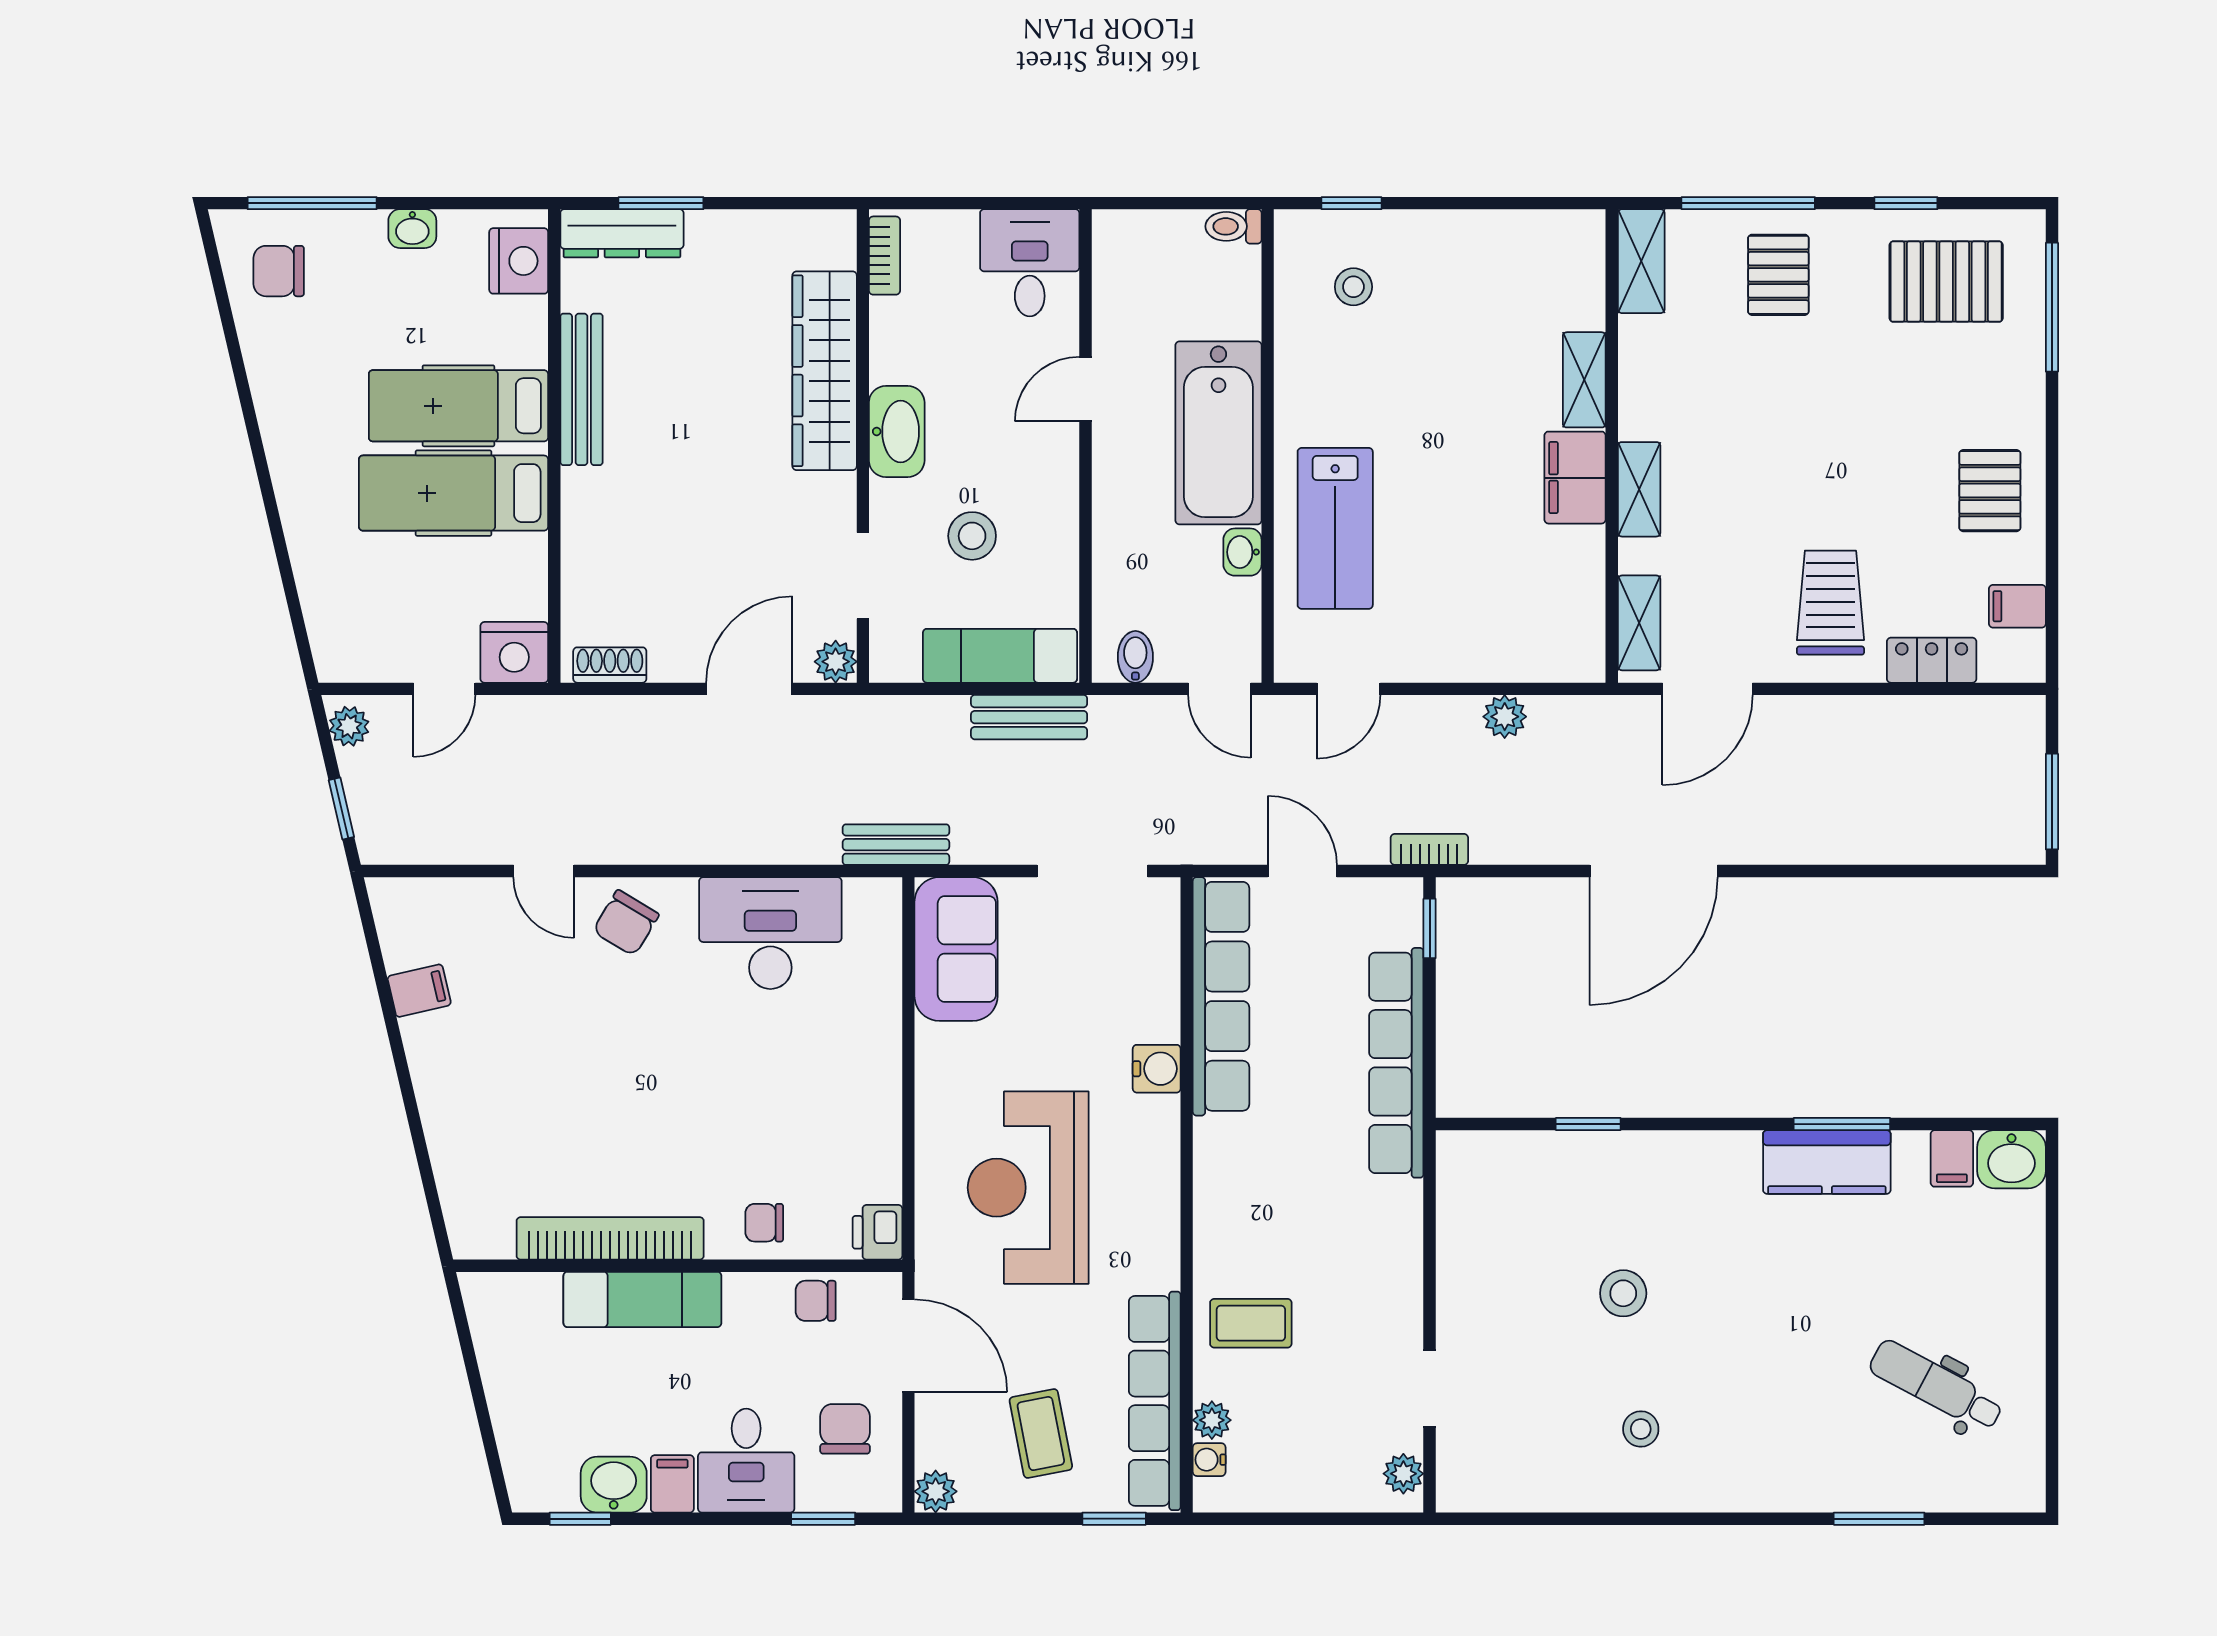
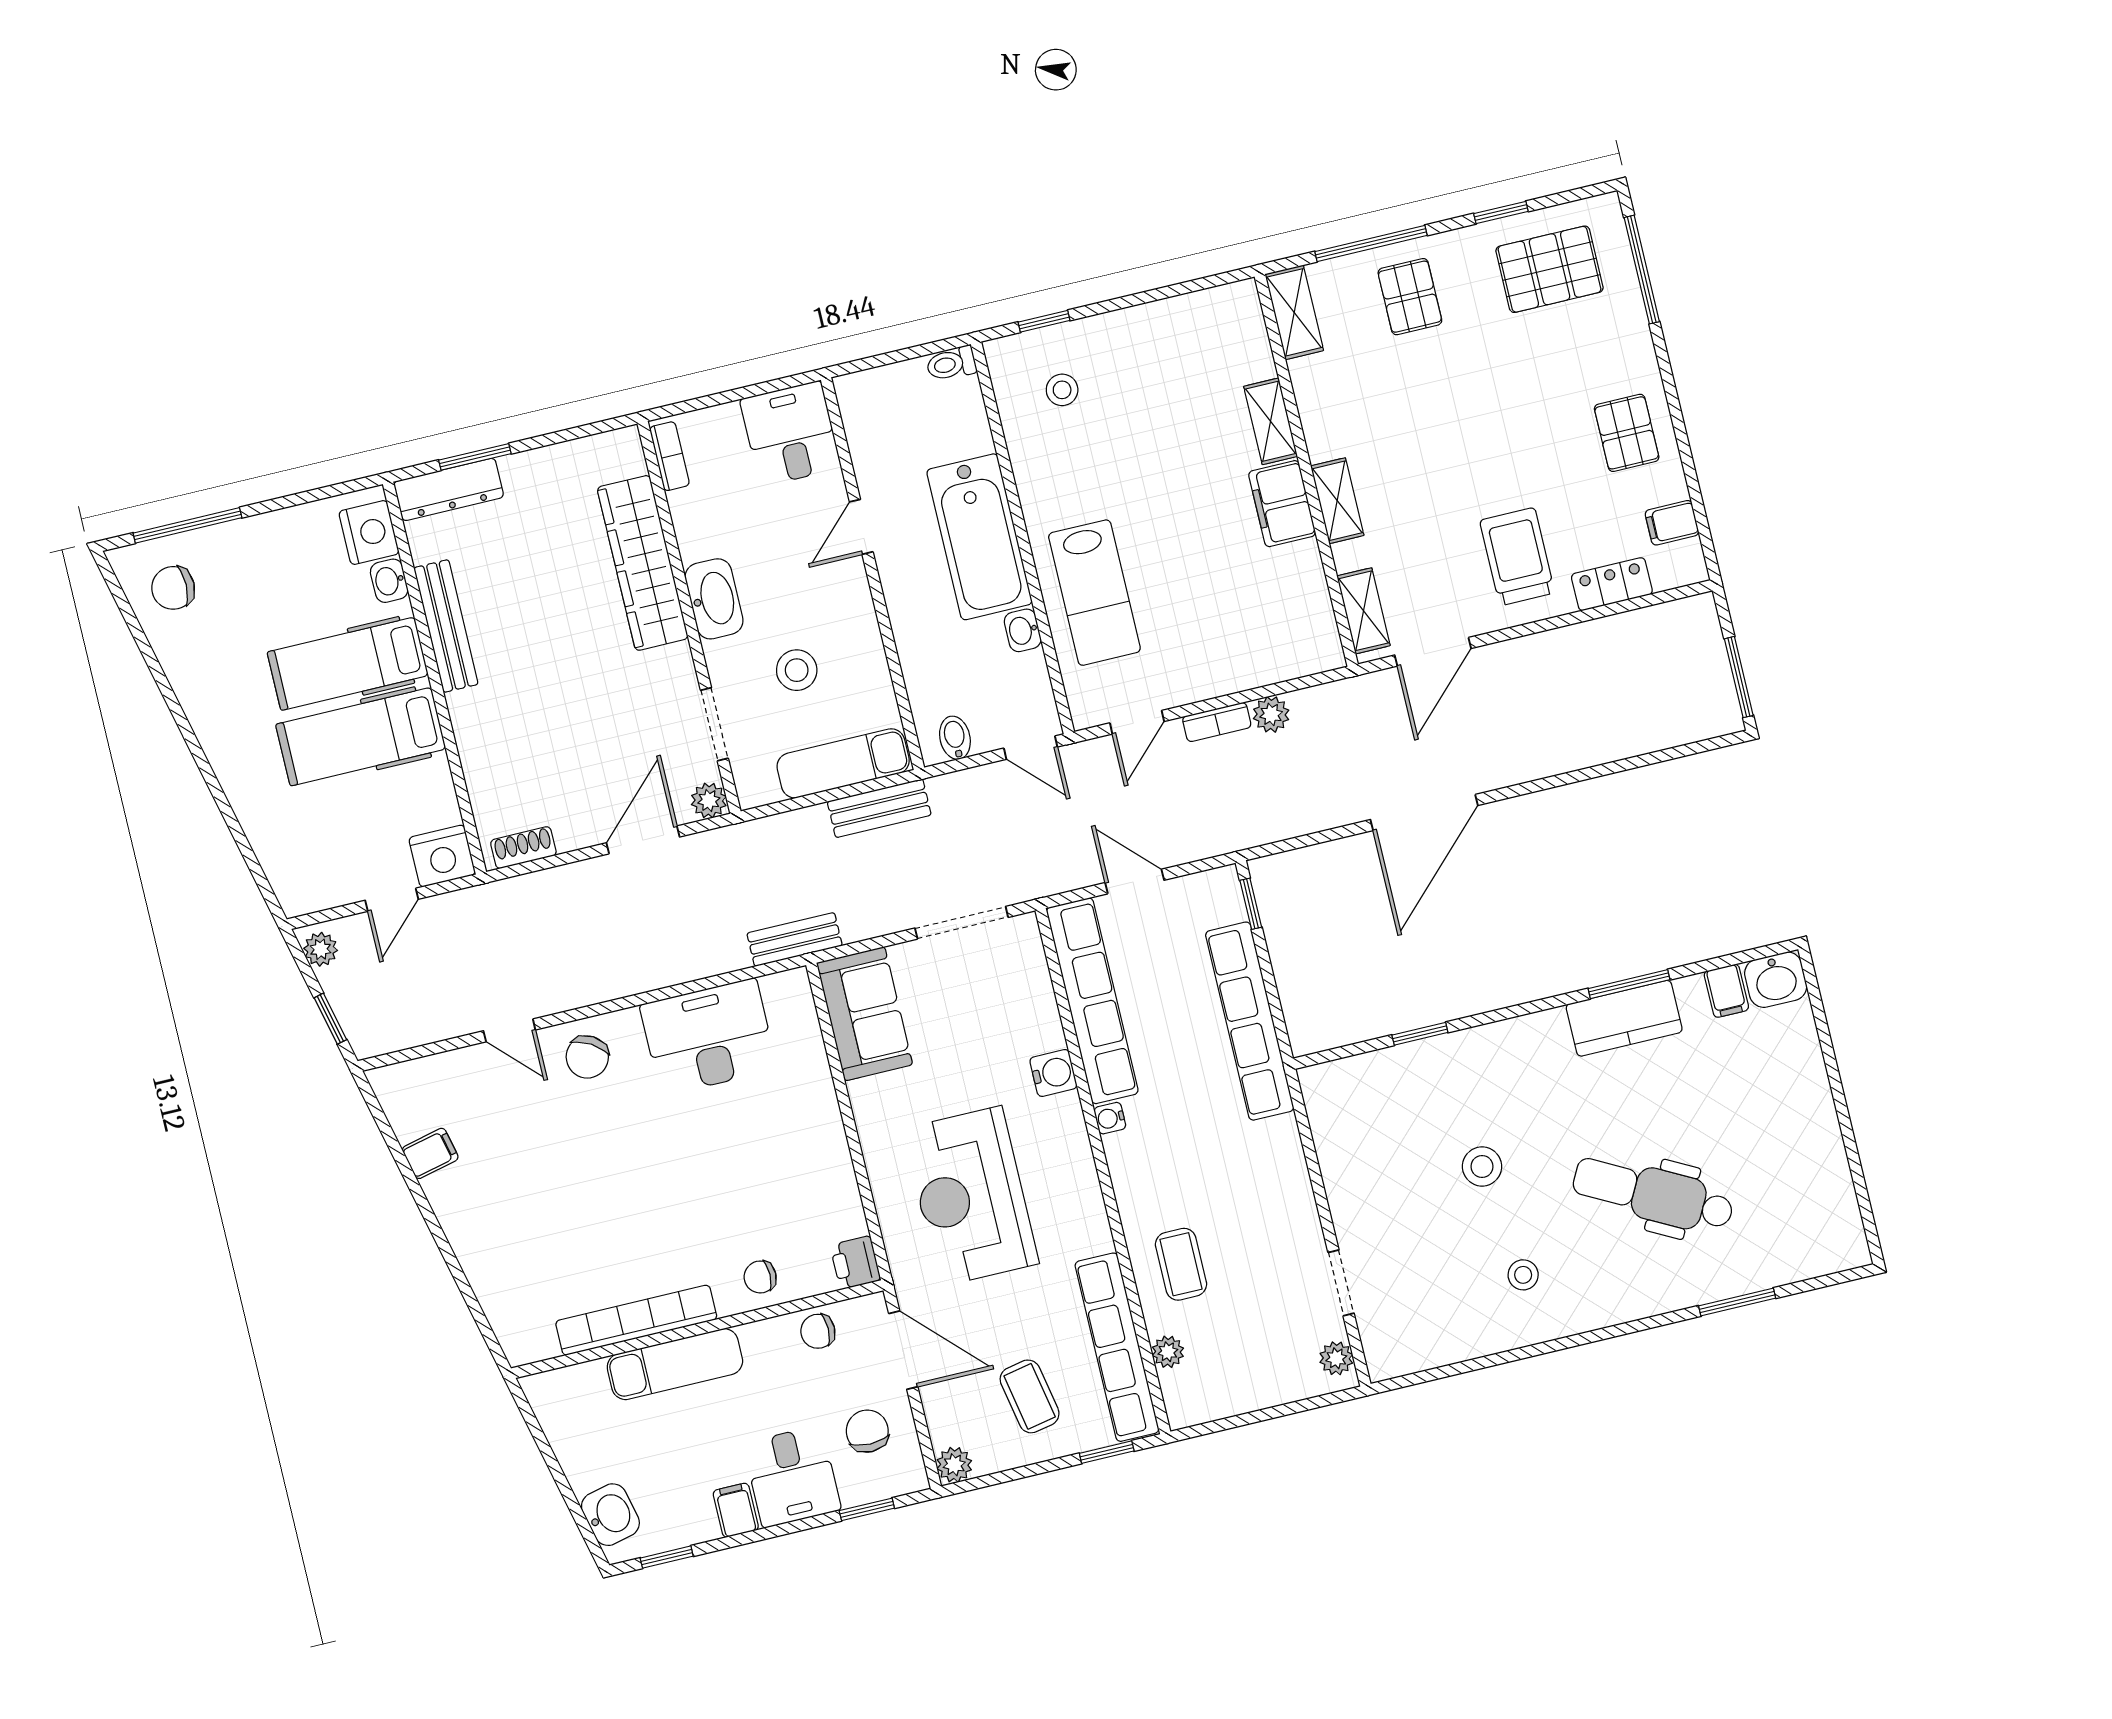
washbasin: (412, 229) -> (389, 581), moved, turned 90
bookcase: (1429, 849) -> (1217, 722), moved, turned 180
coffee table: (1251, 1323) -> (1181, 1264), turned 90
dental chair: (1936, 1386) -> (1653, 1194), moved, width x1.36, depth x1.38
water cooler: (1209, 1460) -> (1110, 1118), moved
washbasin: (614, 1485) -> (610, 1515), moved, turned 77

